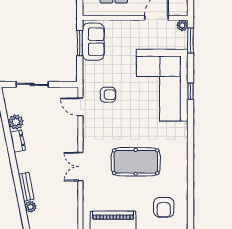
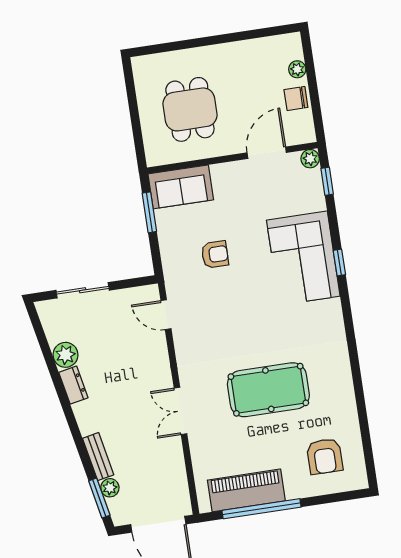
window: (191, 41) -> (327, 181), width x0.67
sofa: (93, 42) -> (181, 187), moved, turned 90
corner sofa: (162, 85) -> (303, 258), width x0.73, depth x0.74
armchair: (108, 95) -> (215, 254), moved
window: (23, 212) -> (99, 498), added

